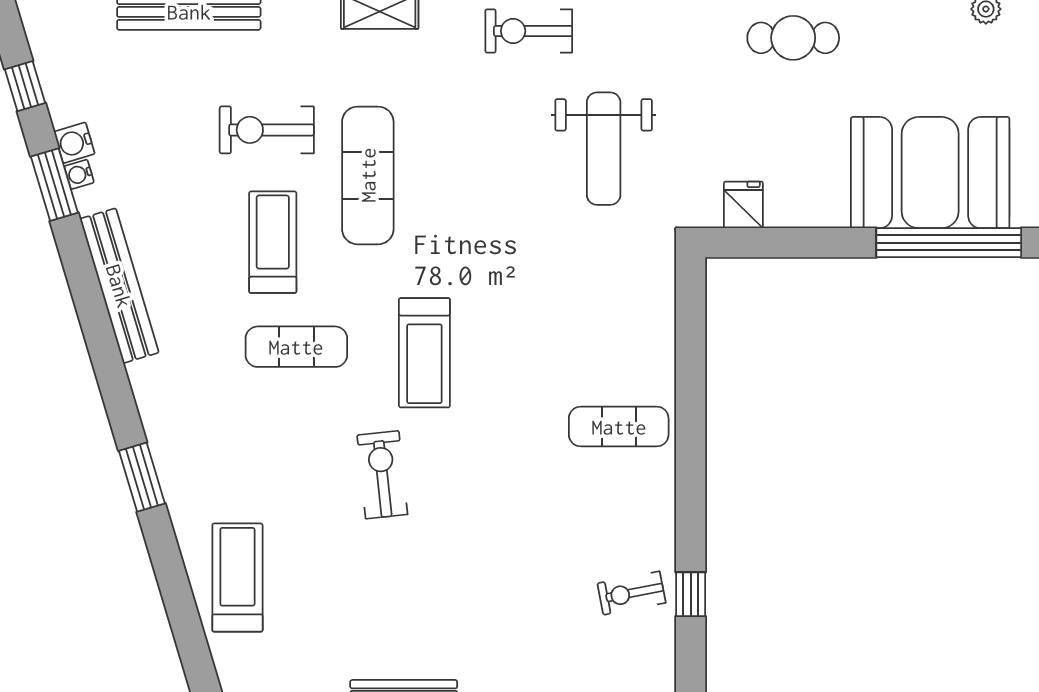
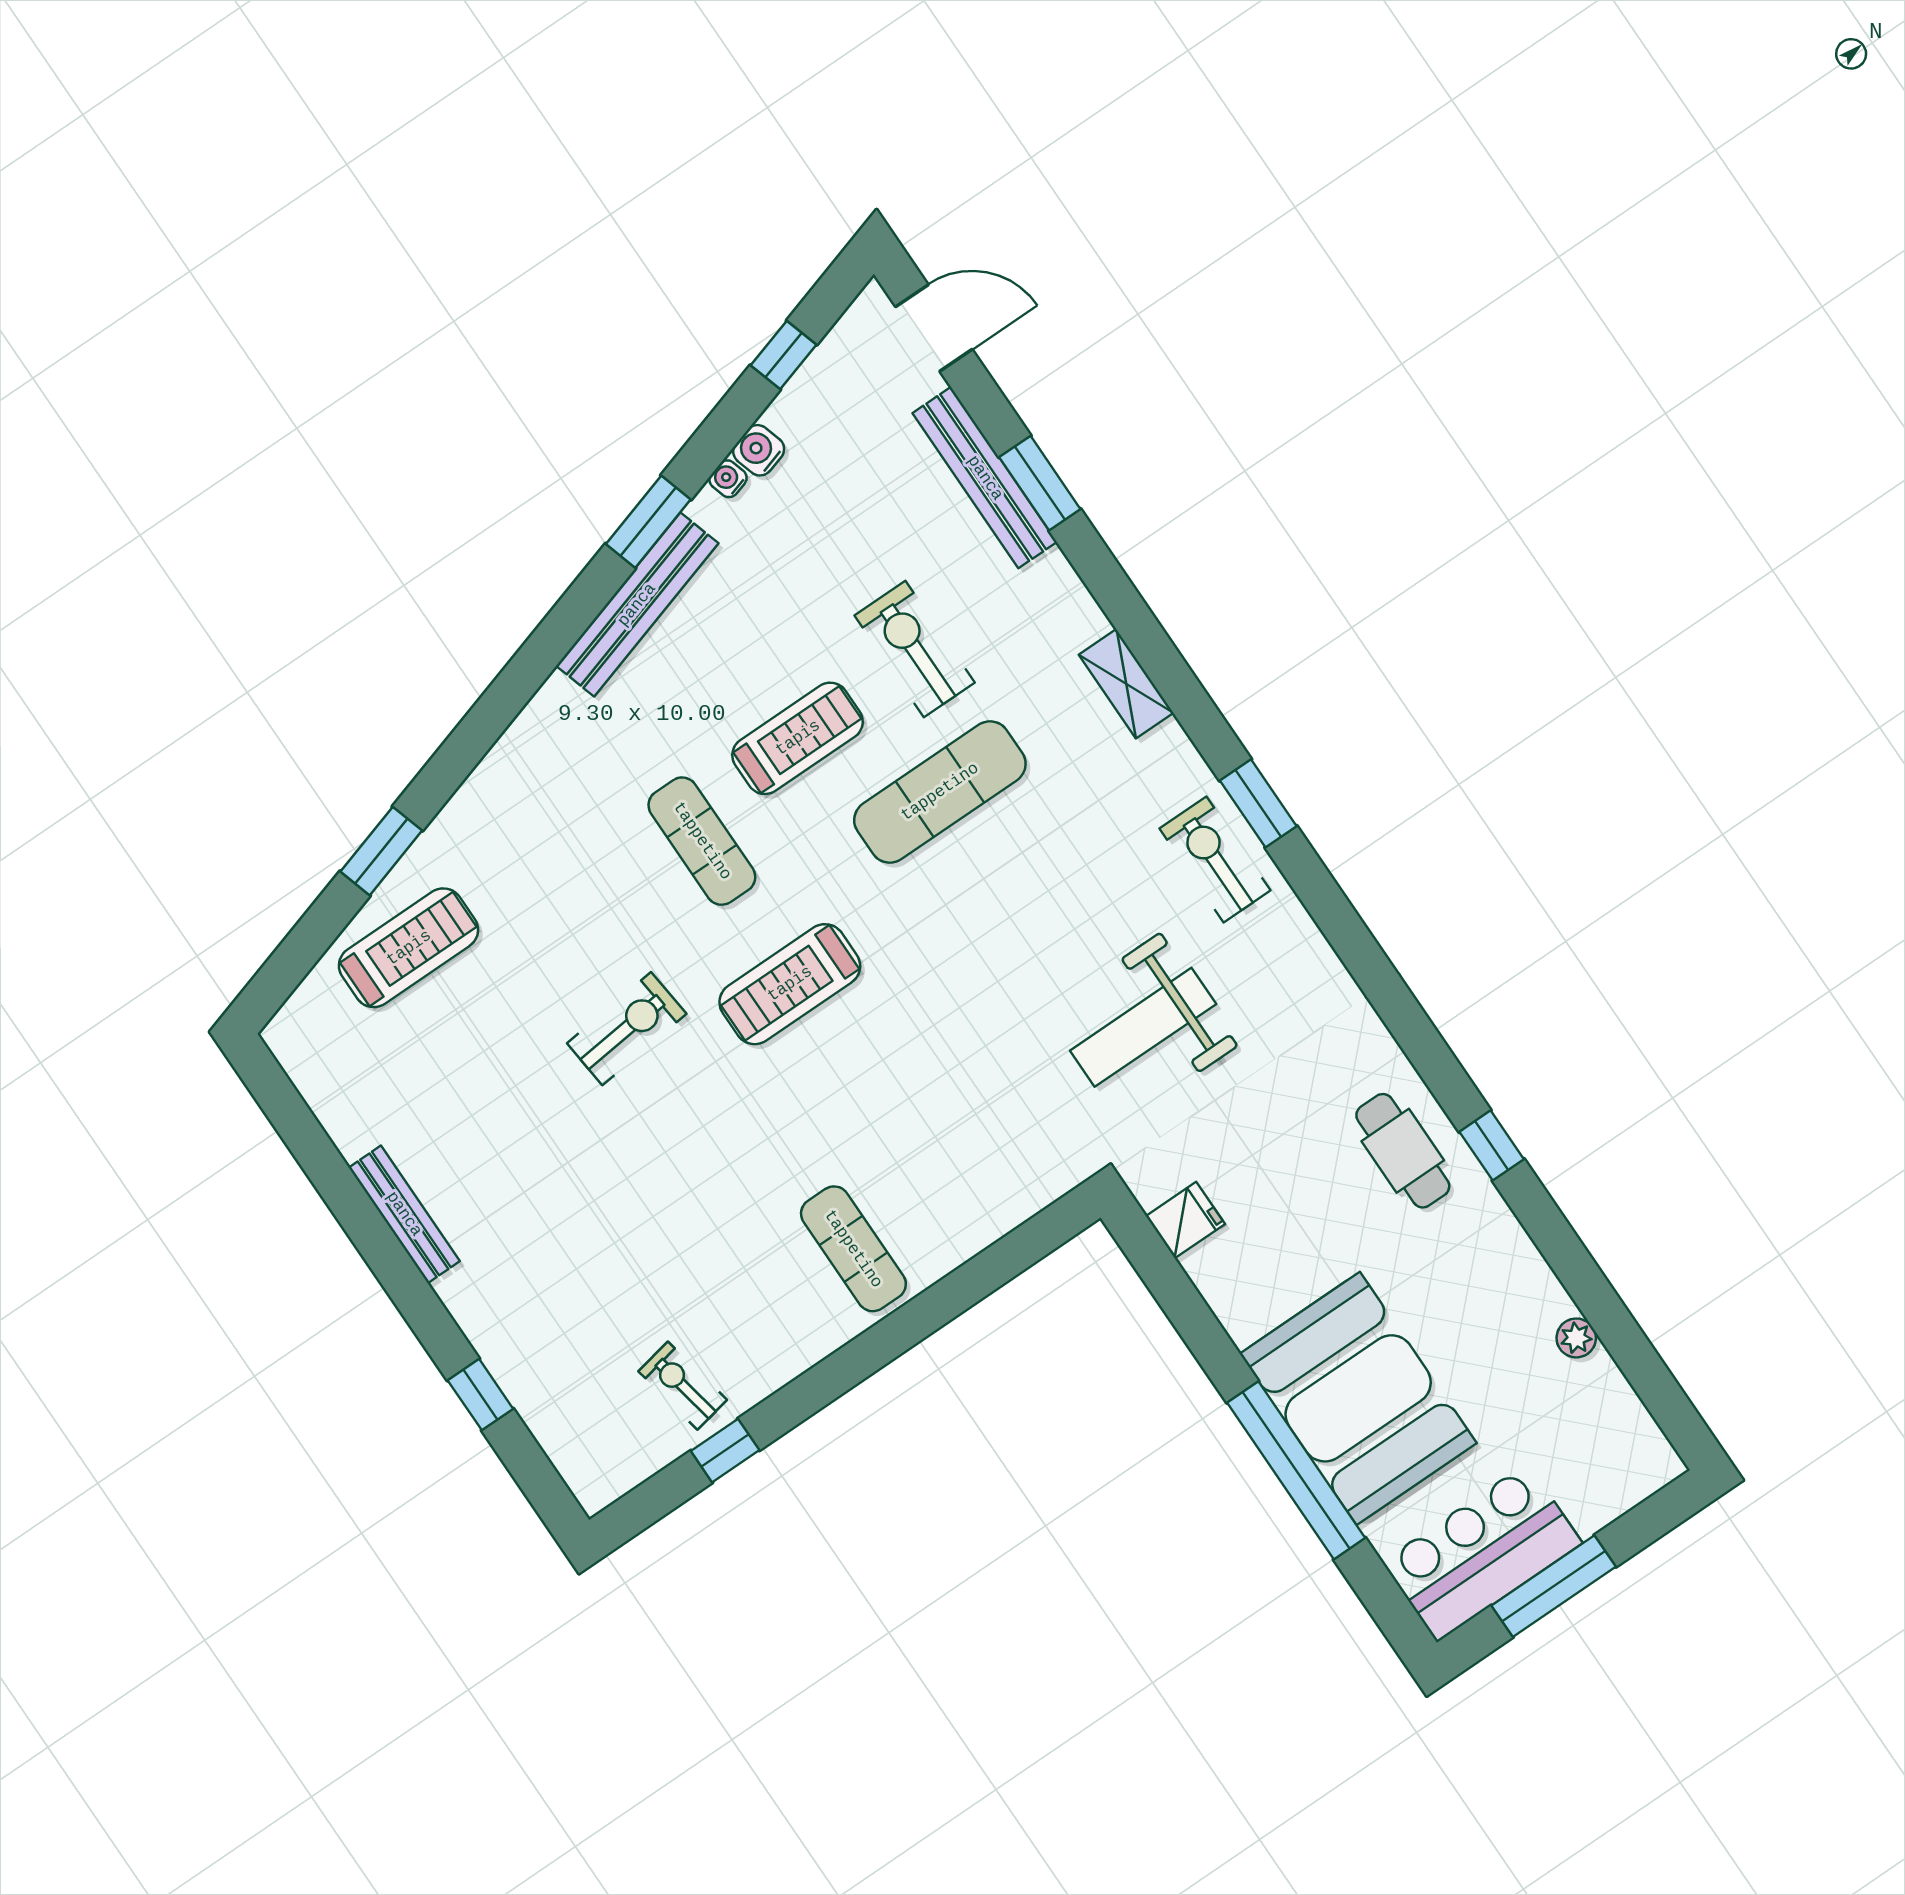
window: (54, 185) -> (648, 522), moved
window: (142, 477) -> (381, 851), moved

